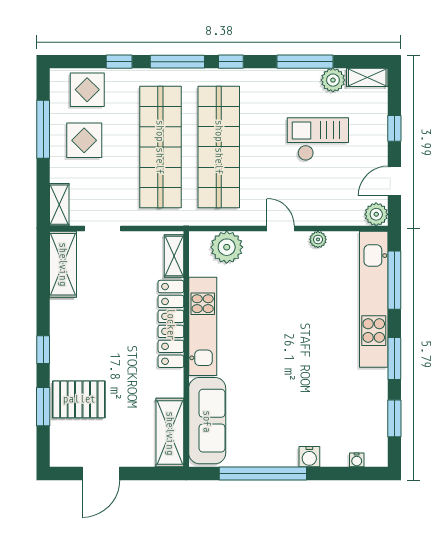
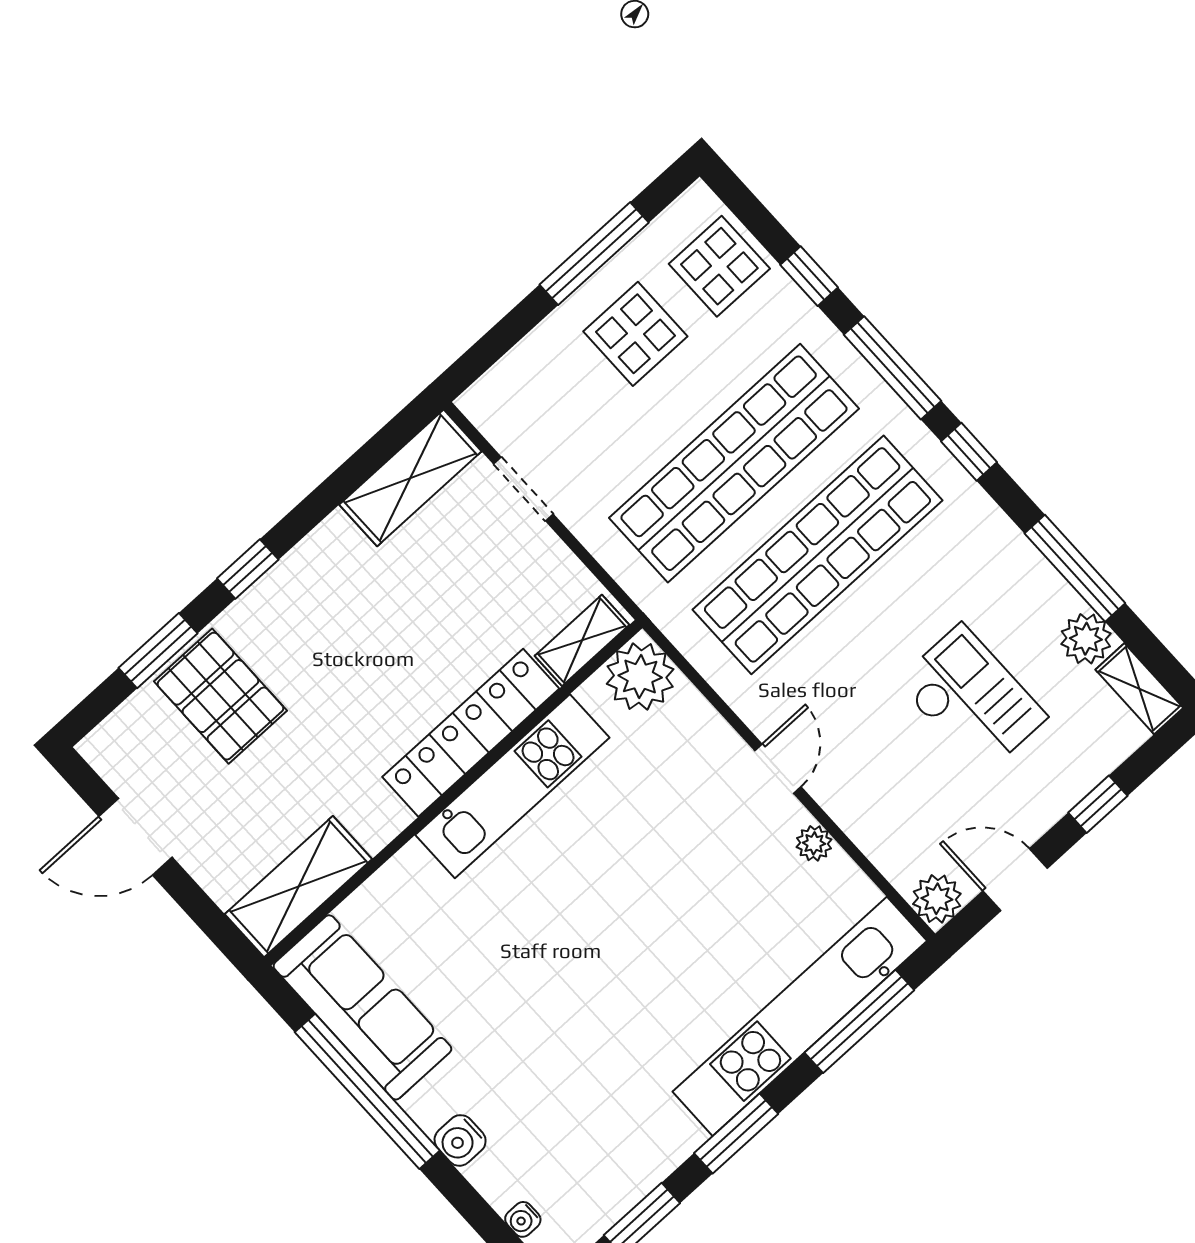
shelving: (59, 205) -> (499, 387), removed
plant: (227, 247) -> (640, 676), moved
sofa: (207, 421) -> (362, 1007), moved, turned -90

